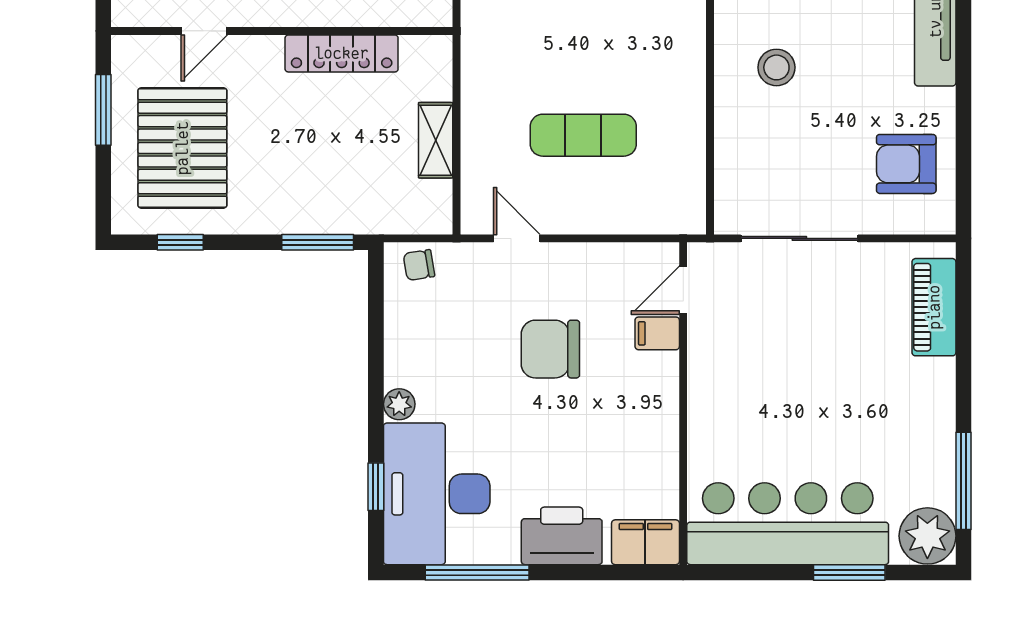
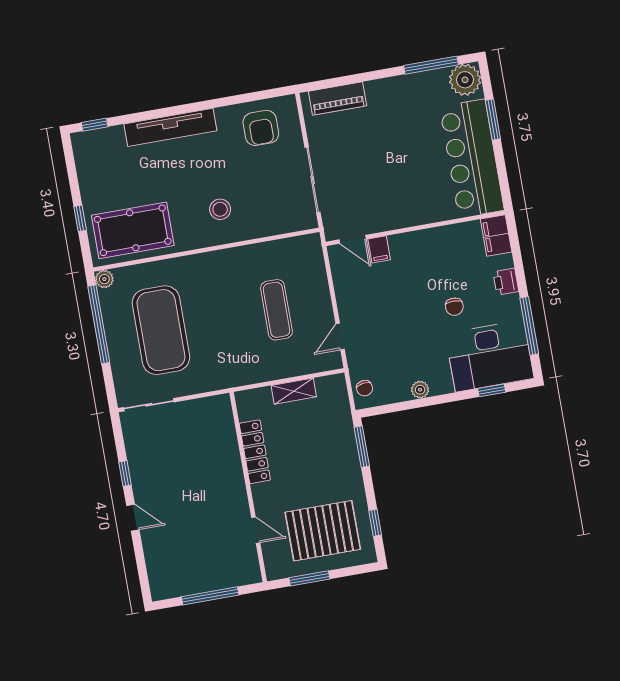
chair: (550, 349) -> (454, 307), moved, width x0.54, depth x0.54
plant: (399, 404) -> (420, 390), moved
printer: (562, 536) -> (506, 282), width x0.53, depth x0.68

